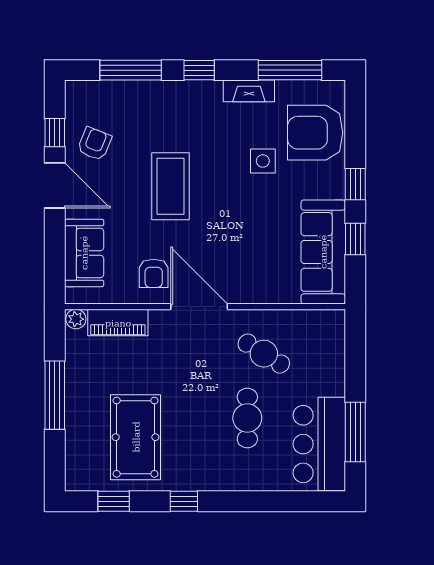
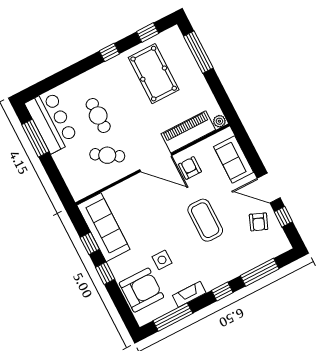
piano: (118, 323) -> (188, 132), width x1.37, depth x1.33
window: (55, 395) -> (198, 52), moved

